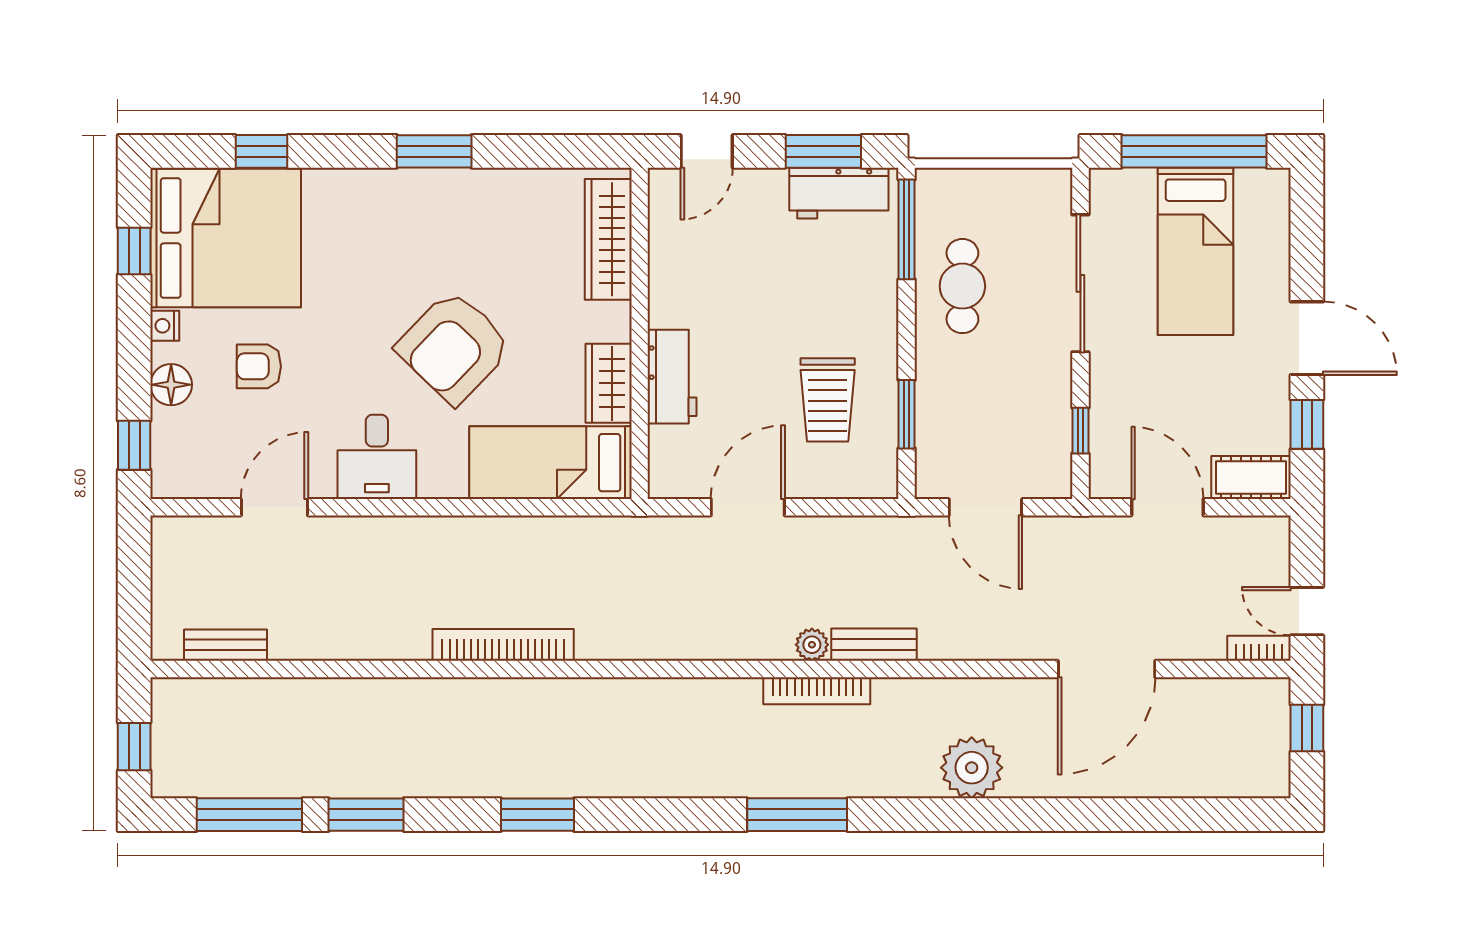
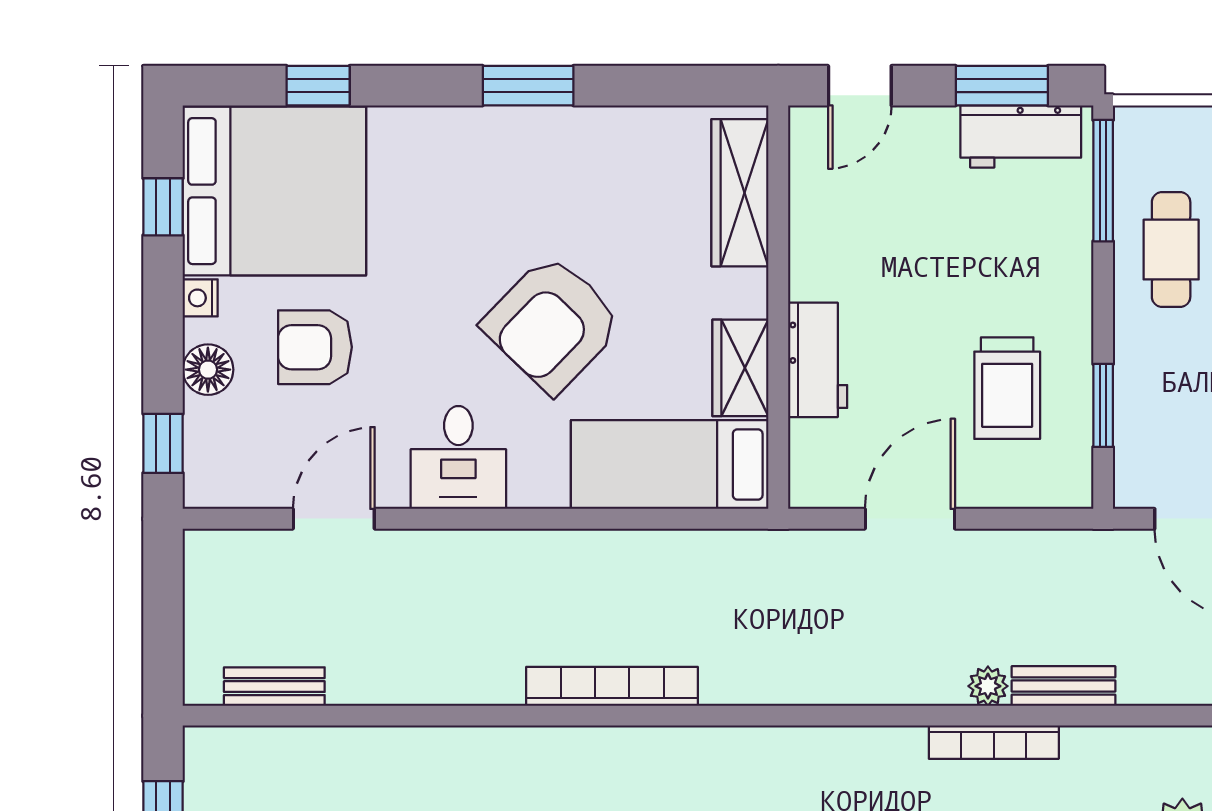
armchair: (259, 366) -> (315, 347), width x1.38, depth x1.38

